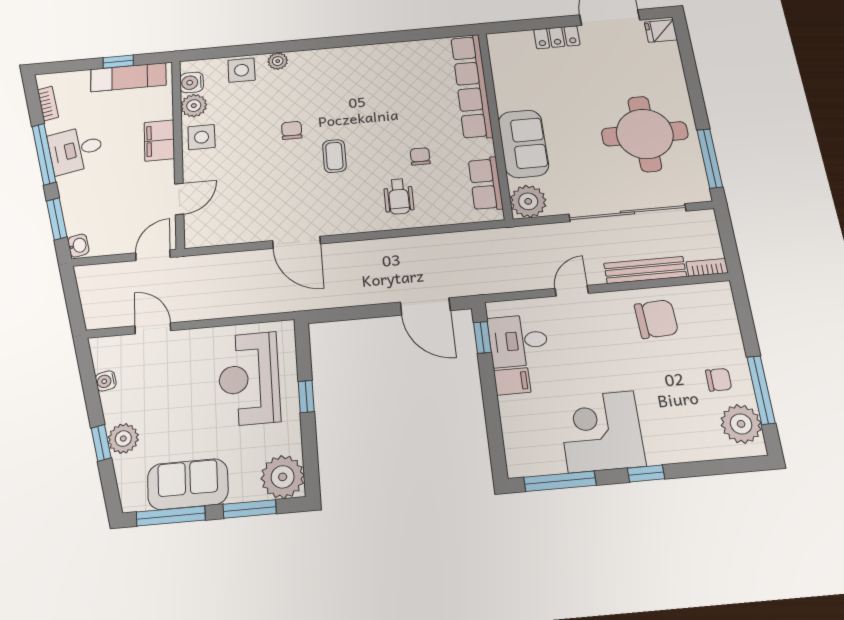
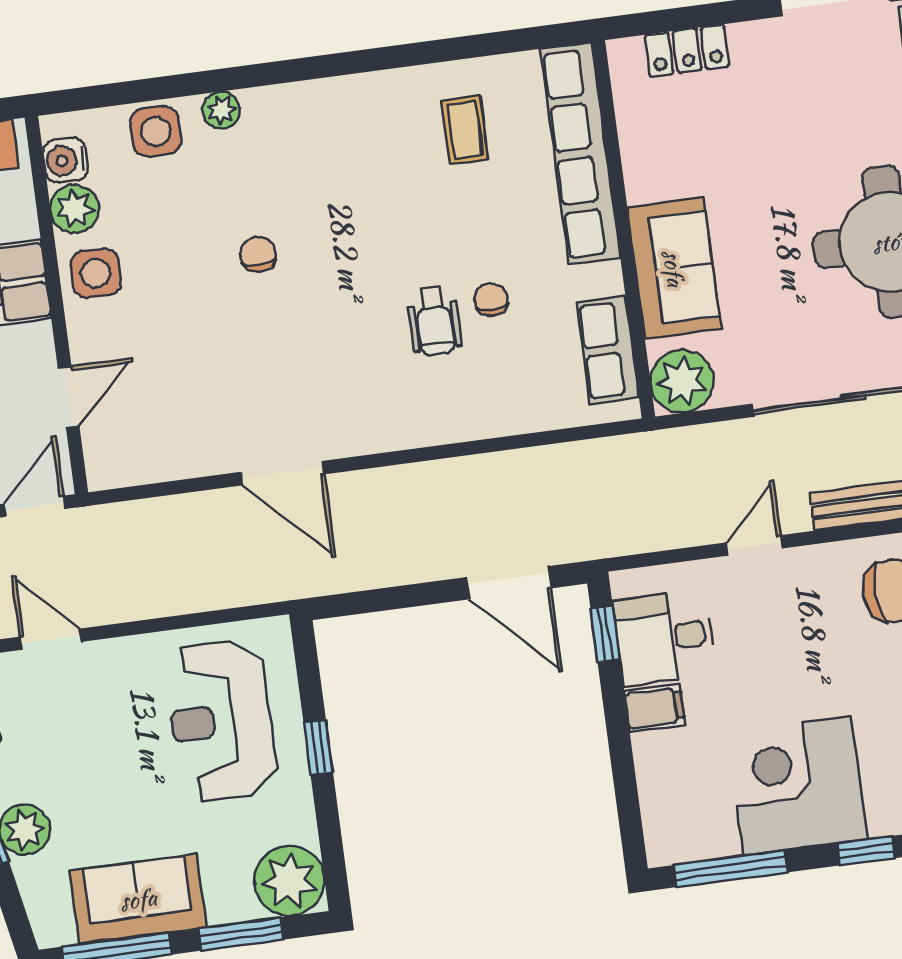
locker: (557, 37) -> (687, 51), moved
coffee table: (334, 156) -> (465, 130), moved
wheelchair: (399, 197) -> (434, 321), moved

